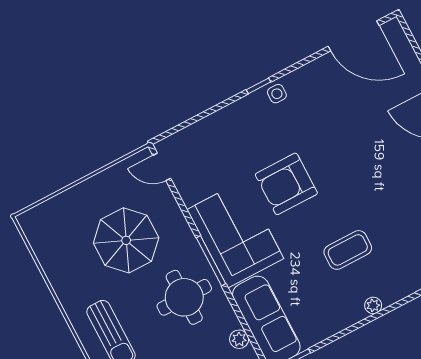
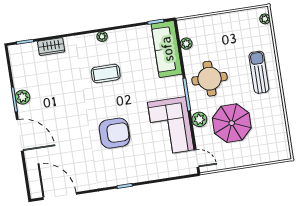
side table: (277, 94) -> (116, 178), removed
armchair: (286, 184) -> (114, 133), moved
plant: (178, 229) -> (199, 119), added
corner sofa: (235, 234) -> (171, 126), moved

